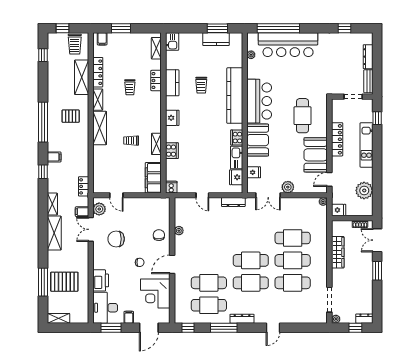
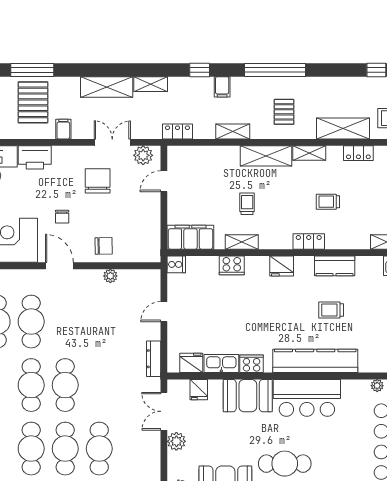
locker: (98, 72) -> (358, 153), width x0.66
locker: (156, 81) -> (309, 241), moved
shelving: (84, 150) -> (233, 131), added
filing cabinet: (82, 212) -> (63, 129), moved

